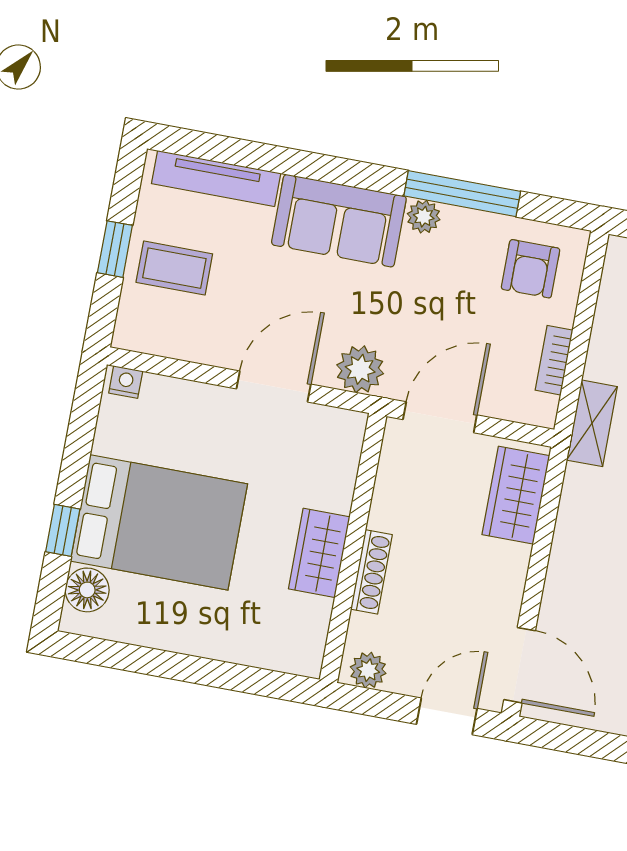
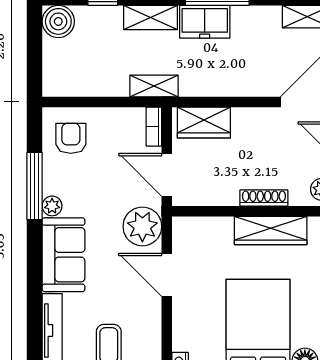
armchair: (531, 269) -> (71, 138), turned -90
bookcase: (554, 360) -> (154, 127), moved, turned 90
plant: (360, 369) -> (142, 226), width x1.36, depth x1.36
wardrobe: (319, 553) -> (271, 230), width x1.50

